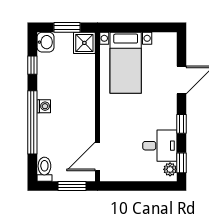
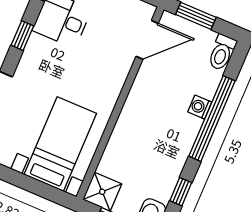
washing machine: (44, 106) -> (200, 107), moved

